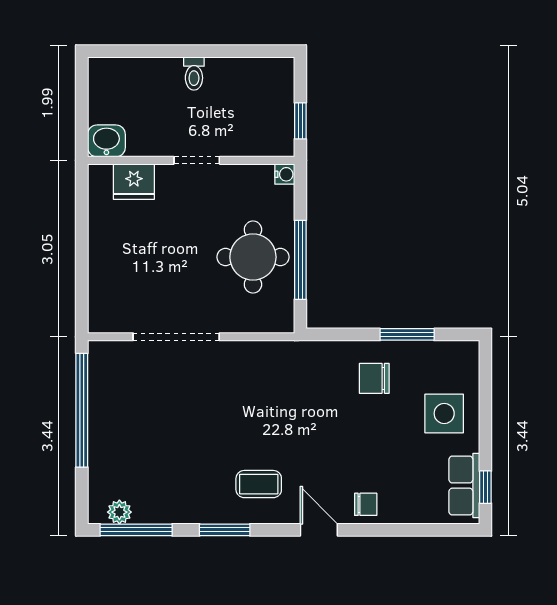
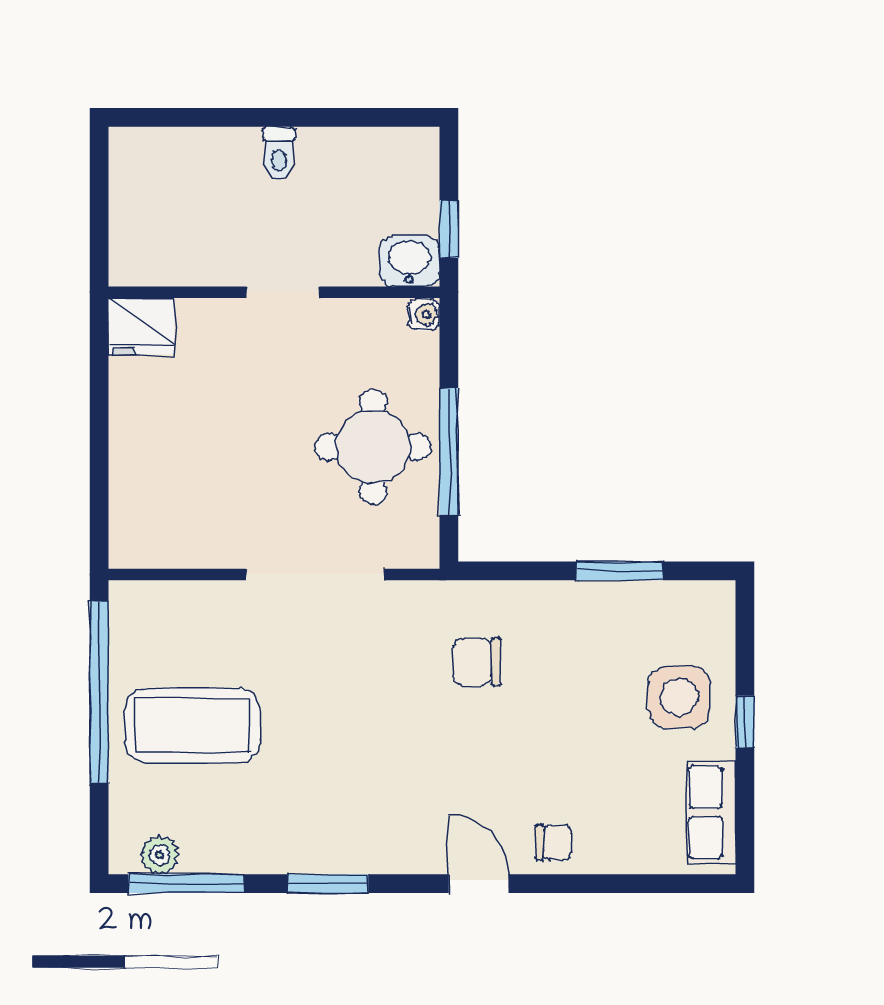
washbasin: (106, 141) -> (409, 261), moved
fridge: (134, 182) -> (141, 326), moved
doorway: (176, 337) -> (315, 574), moved
chair: (374, 378) -> (477, 662), moved
coffee table: (259, 484) -> (192, 725), moved, width x1.86, depth x1.72
window: (485, 487) -> (745, 722), moved

